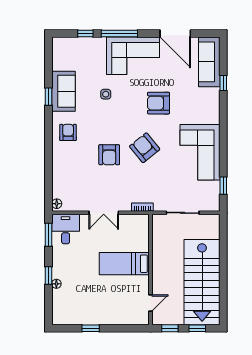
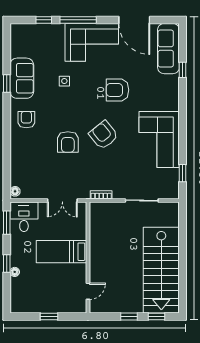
bed: (124, 264) -> (61, 252), moved
wall: (150, 269) -> (88, 258), moved
door: (150, 303) -> (88, 291), moved

